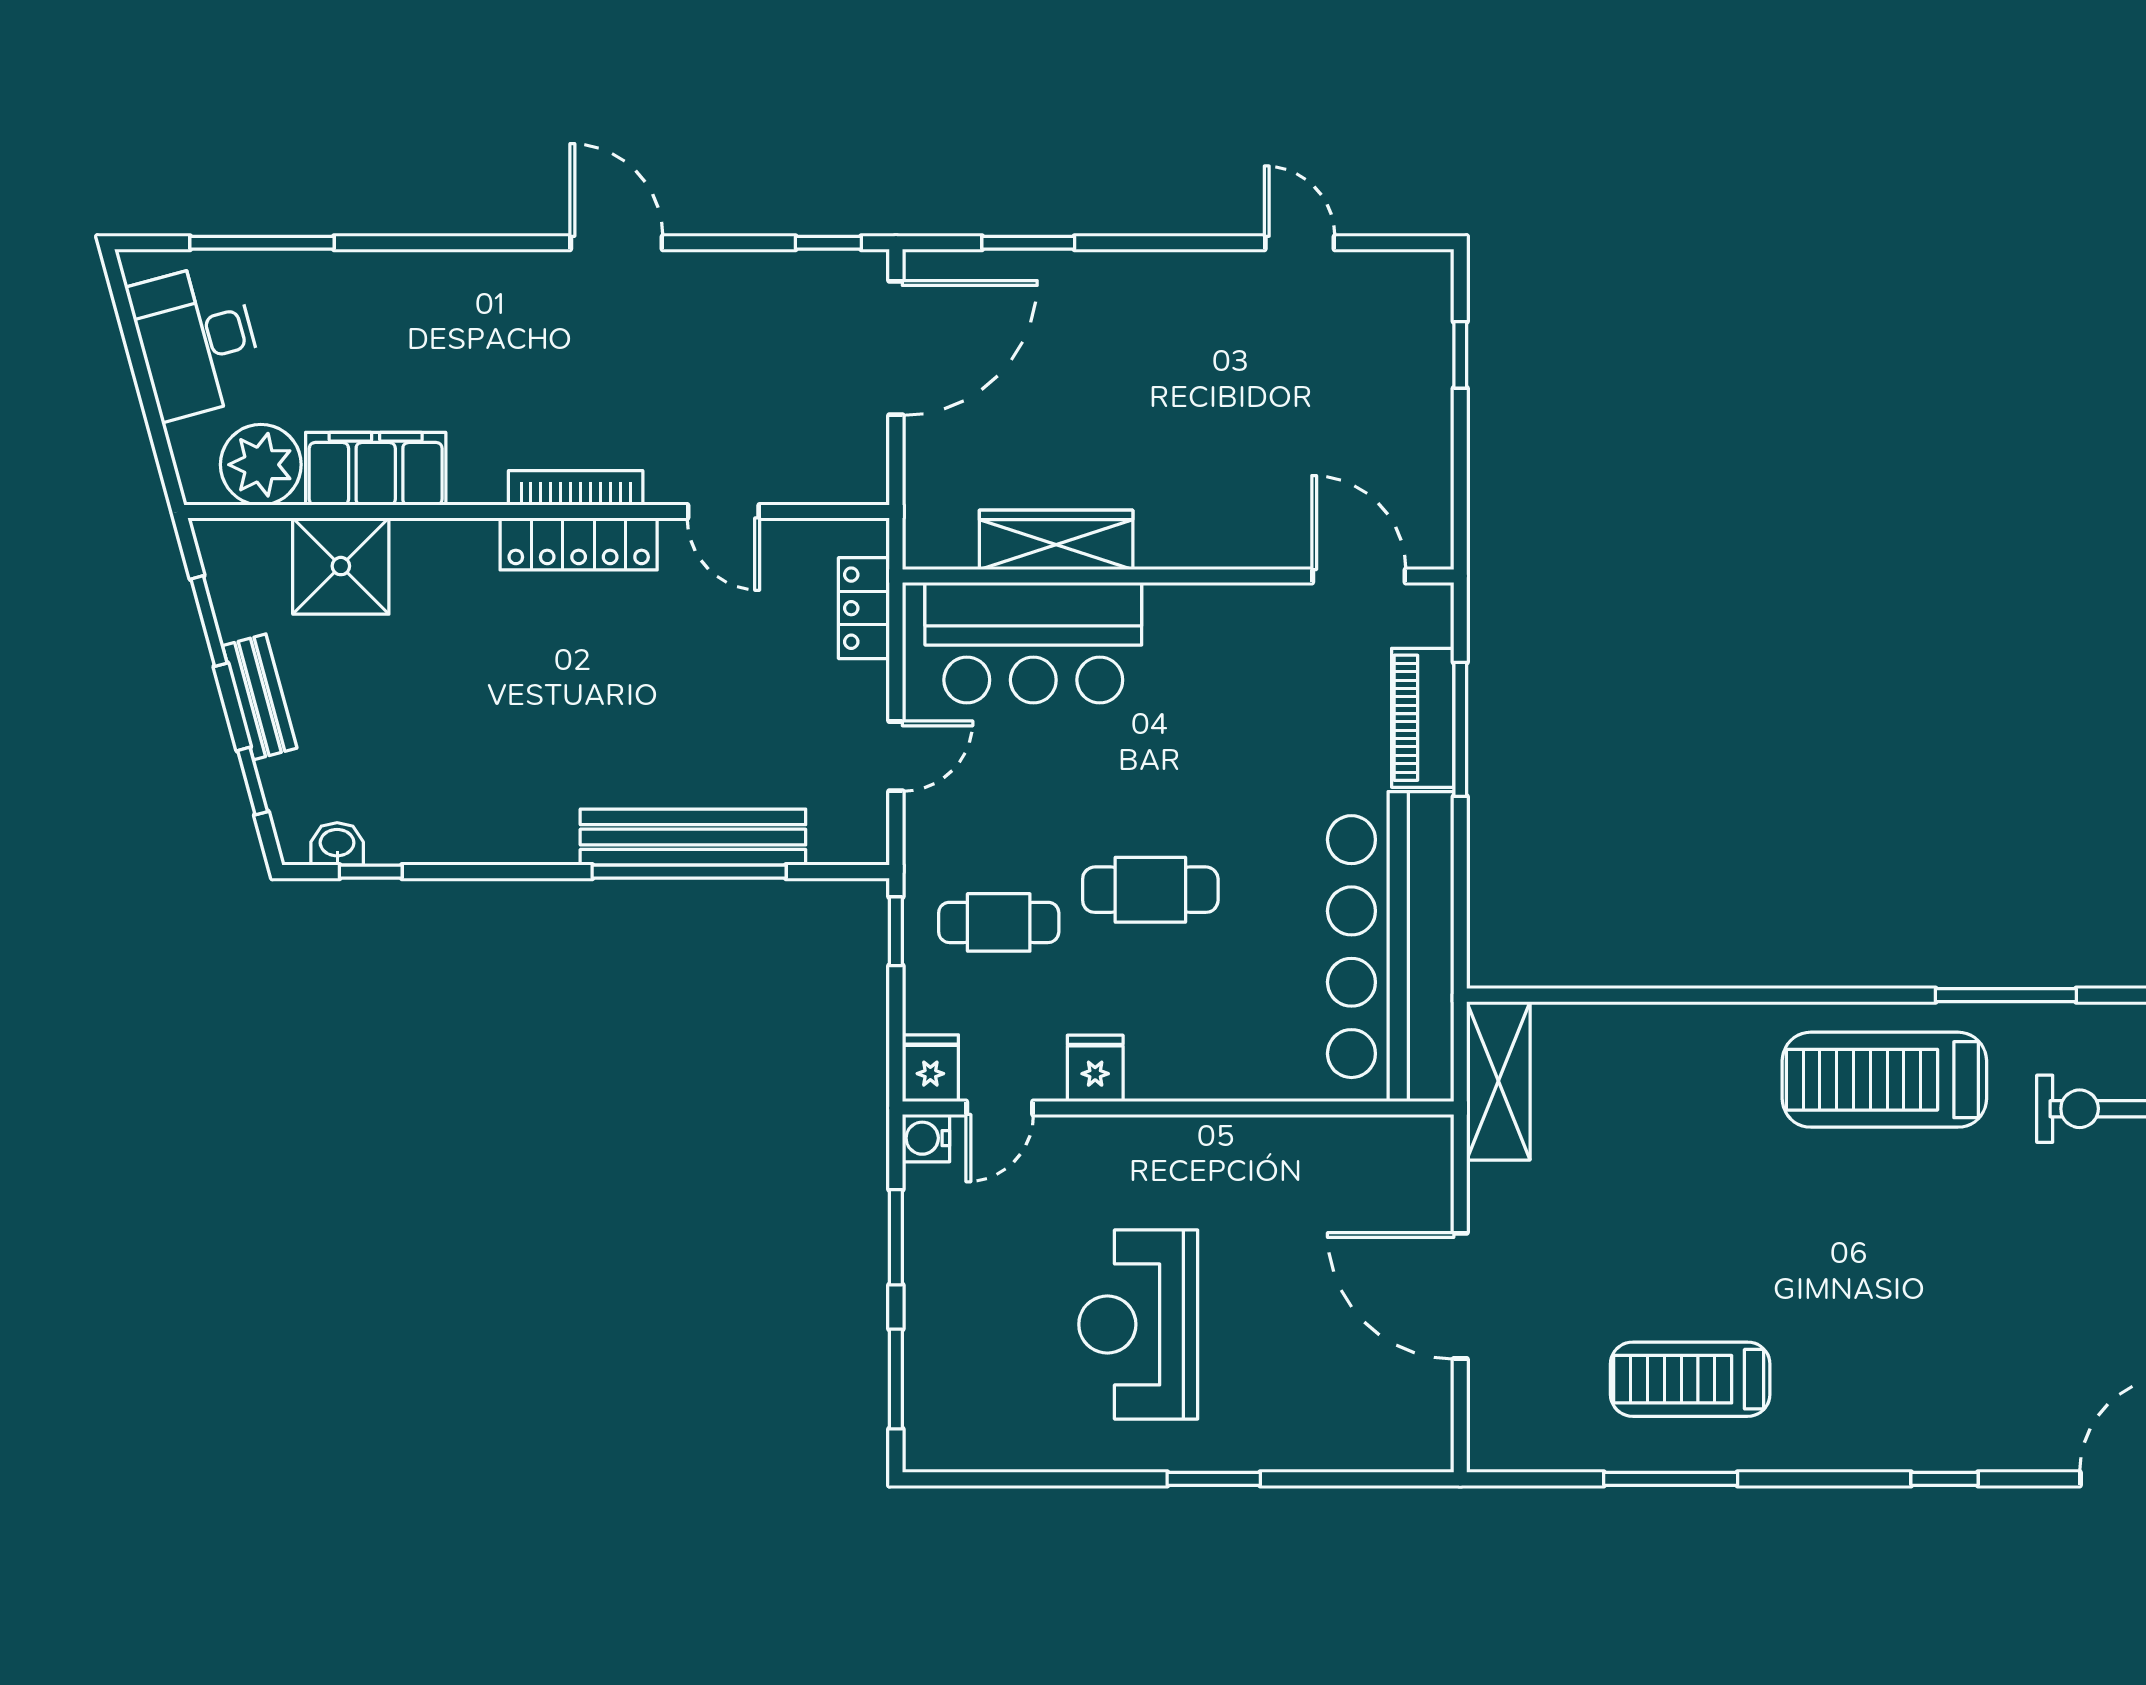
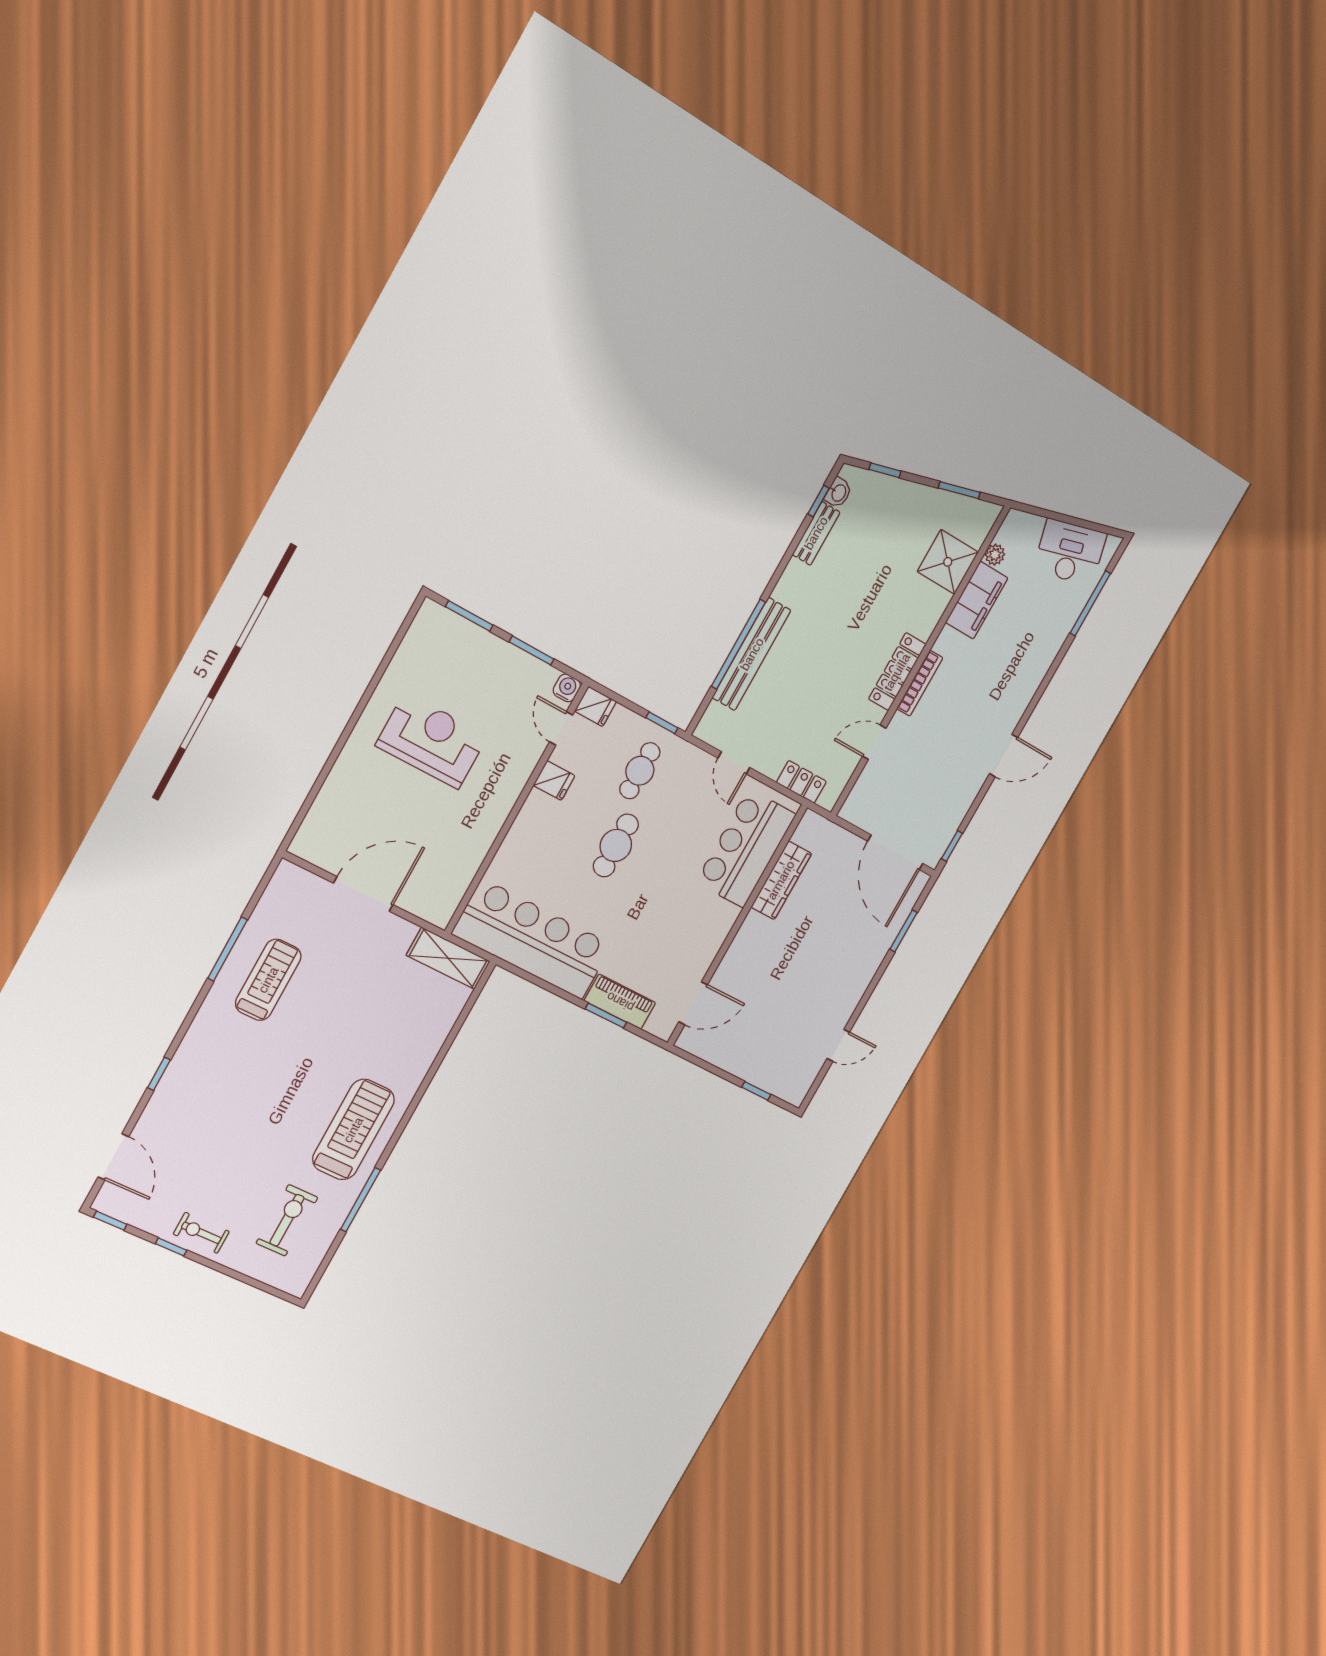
plant: (261, 465) -> (995, 555), width x0.53, depth x0.53
bench: (260, 697) -> (816, 533), moved, turned -75
window: (1460, 729) -> (606, 1016), width x0.69
window: (1214, 1479) -> (343, 739), removed

